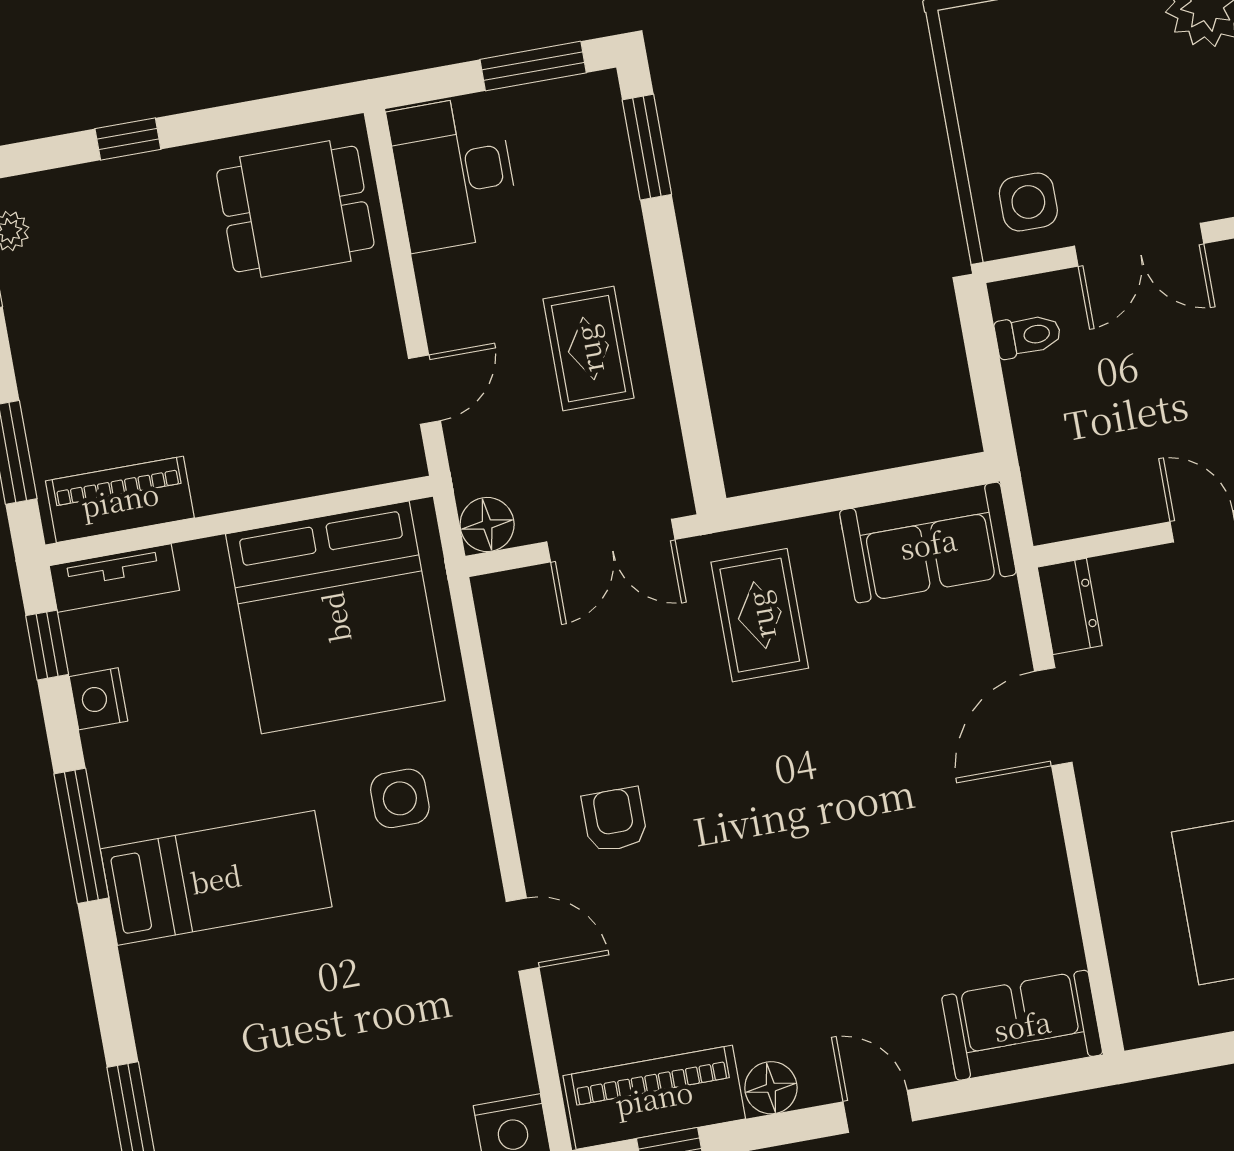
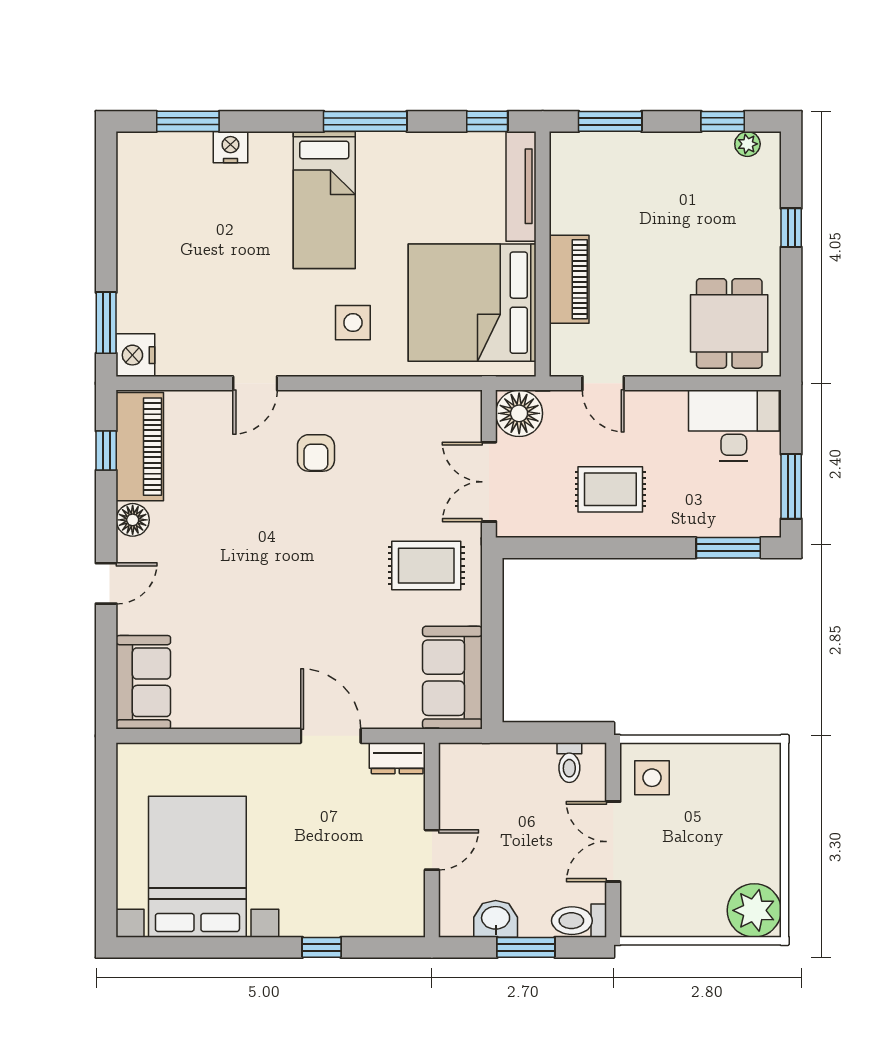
piano: (120, 499) -> (569, 279), moved
floor lamp: (487, 525) -> (519, 413), width x1.38, depth x1.38
tv unit: (114, 578) -> (521, 186), width x1.41
nightstand: (98, 699) -> (230, 147), moved
armchair: (615, 820) -> (316, 453), turned 90

